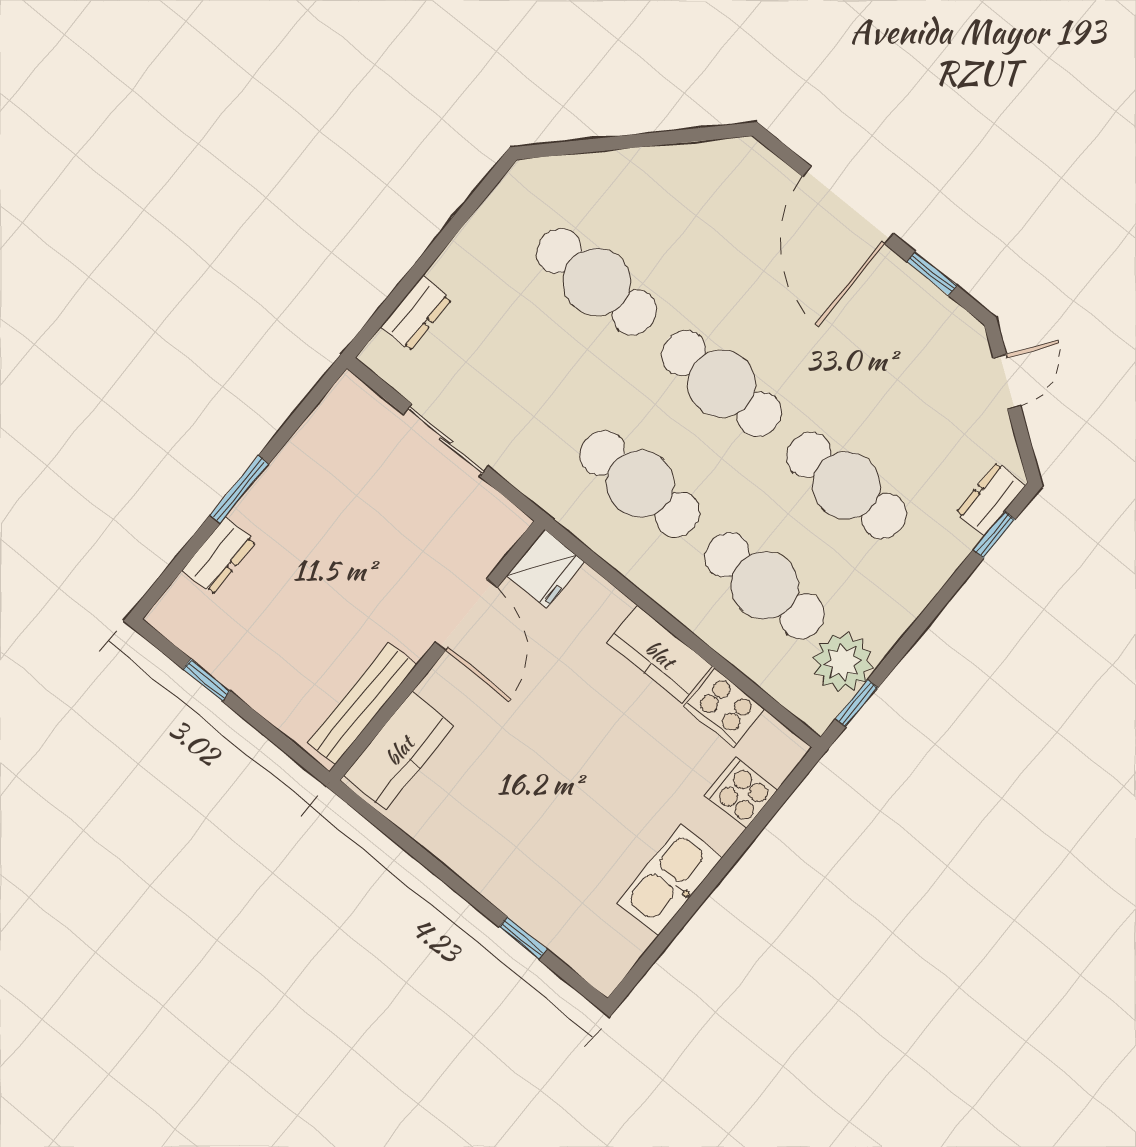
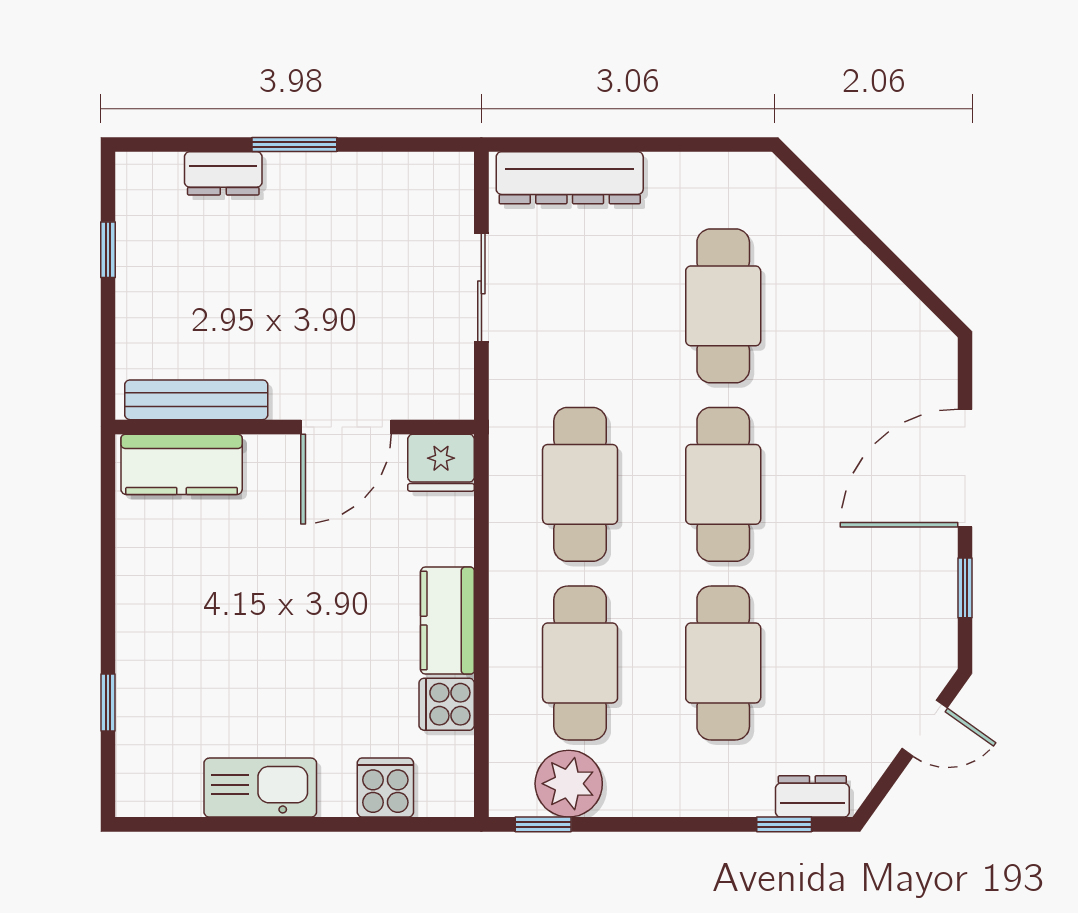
dresser: (416, 313) -> (570, 178), width x1.96, depth x1.24
cooker: (724, 708) -> (447, 704), width x0.73

